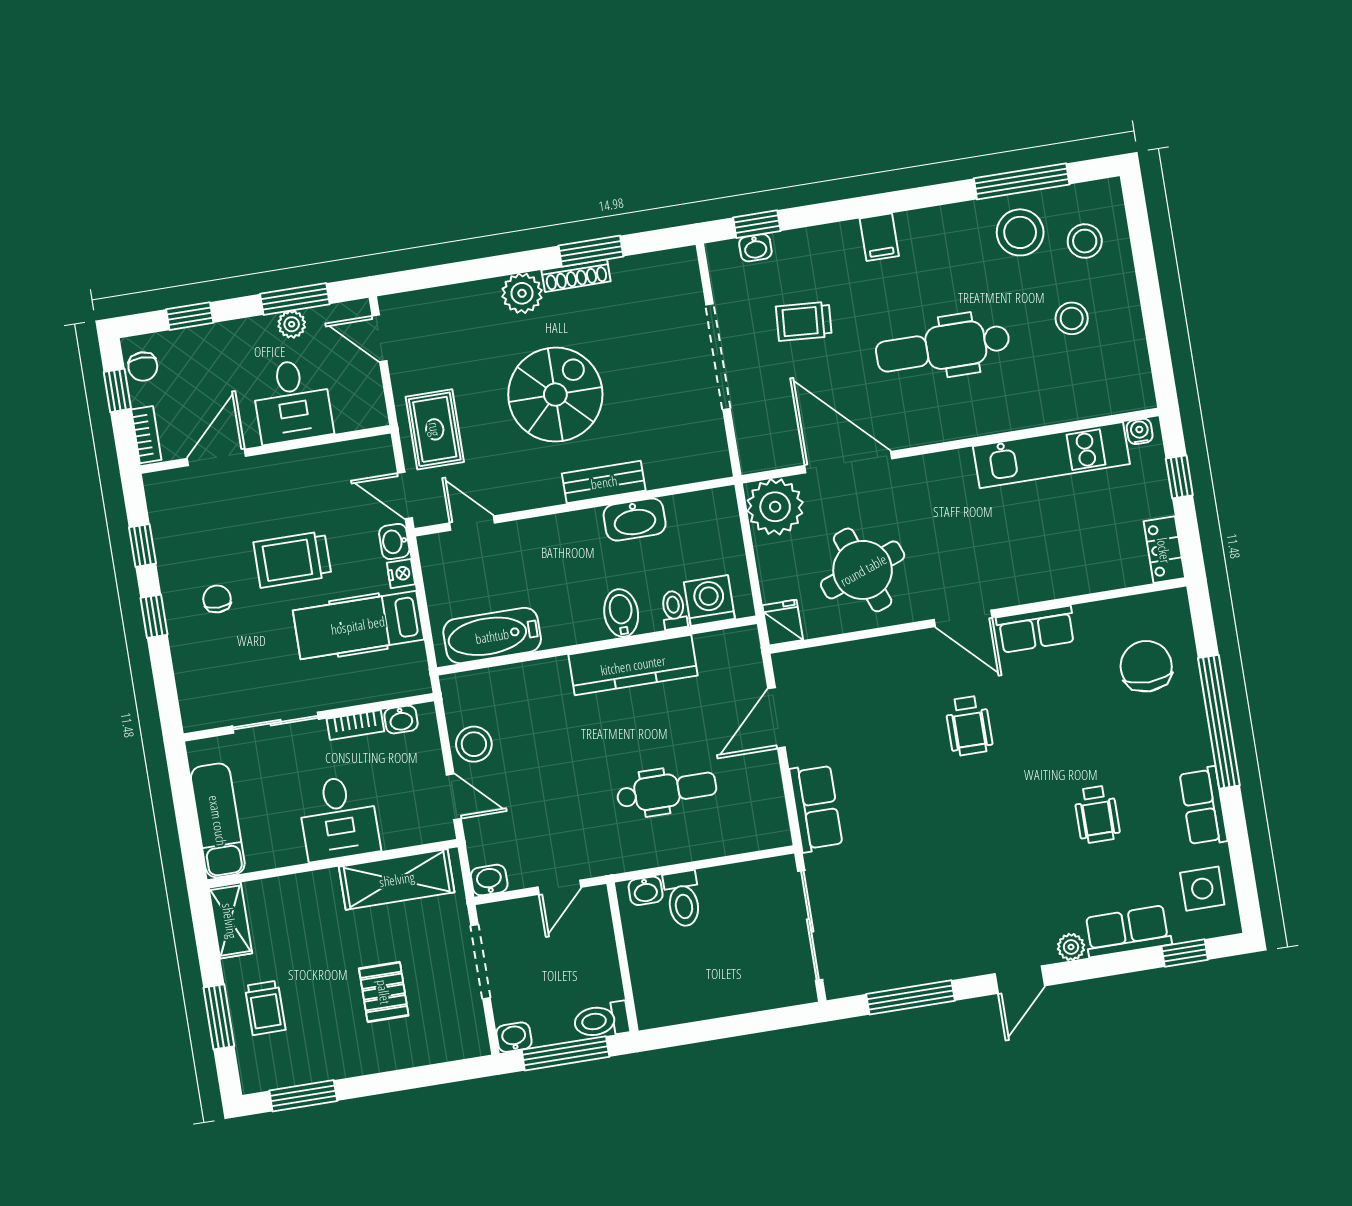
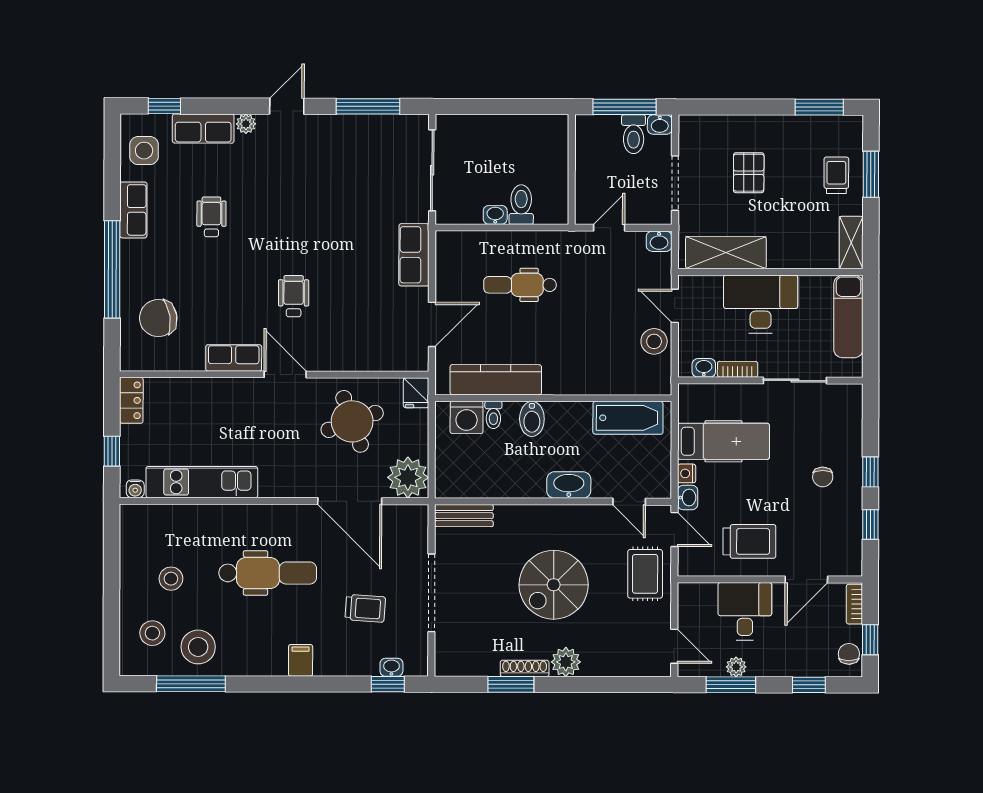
bench: (604, 482) -> (464, 516), moved
washbasin: (635, 520) -> (569, 485), moved
trolley: (292, 559) -> (749, 541), moved
kitchen counter: (633, 665) -> (496, 380), moved
chair: (1146, 666) -> (158, 318), turned 81
desk: (339, 818) -> (761, 304), width x1.37
washbasin: (646, 891) -> (495, 215), moved
toilet: (601, 1020) -> (634, 134), moved, turned 90

